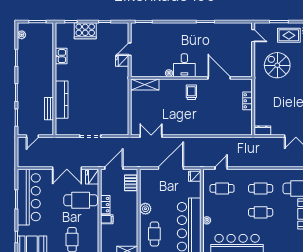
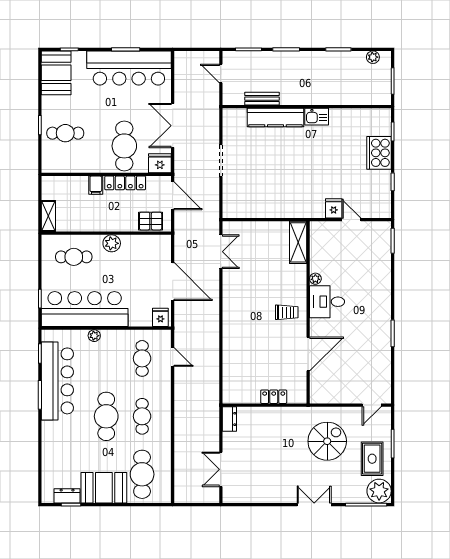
kitchen sink: (61, 56) -> (317, 117), moved
locker: (105, 205) -> (125, 183), width x1.53
cafe table: (261, 212) -> (106, 416), width x1.37, depth x1.35

